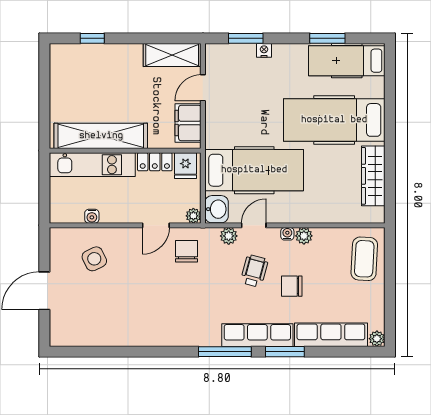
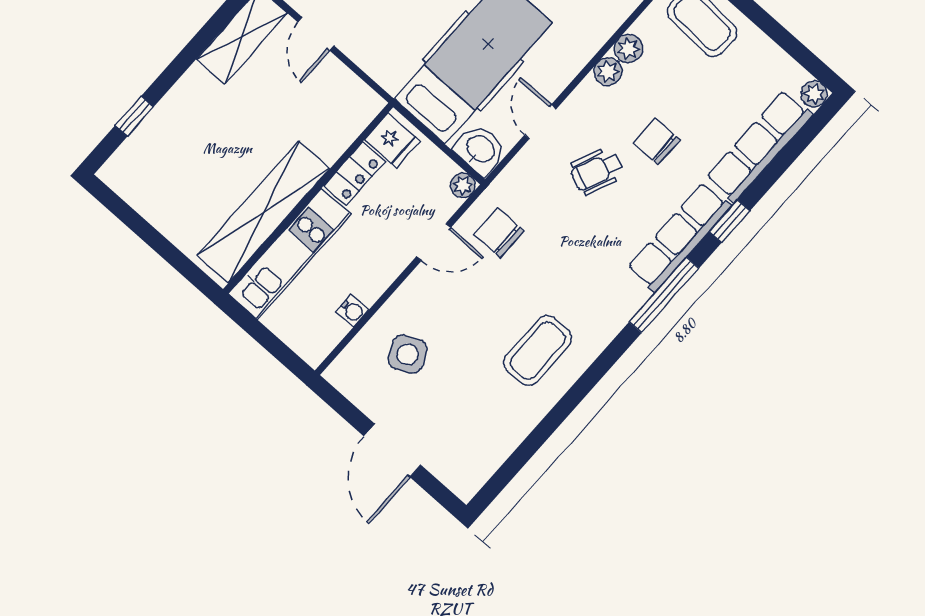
filing cabinet: (188, 123) -> (343, 91), removed
door: (156, 225) -> (434, 242), hinge flipped
water cooler: (287, 234) -> (587, 90), removed
plant: (229, 236) -> (629, 49), moved
wheelchair: (254, 271) -> (597, 171), turned -82
chair: (292, 286) -> (657, 141), turned 90
coffee table: (149, 316) -> (538, 350), added
window: (285, 352) -> (730, 221), width x0.67

